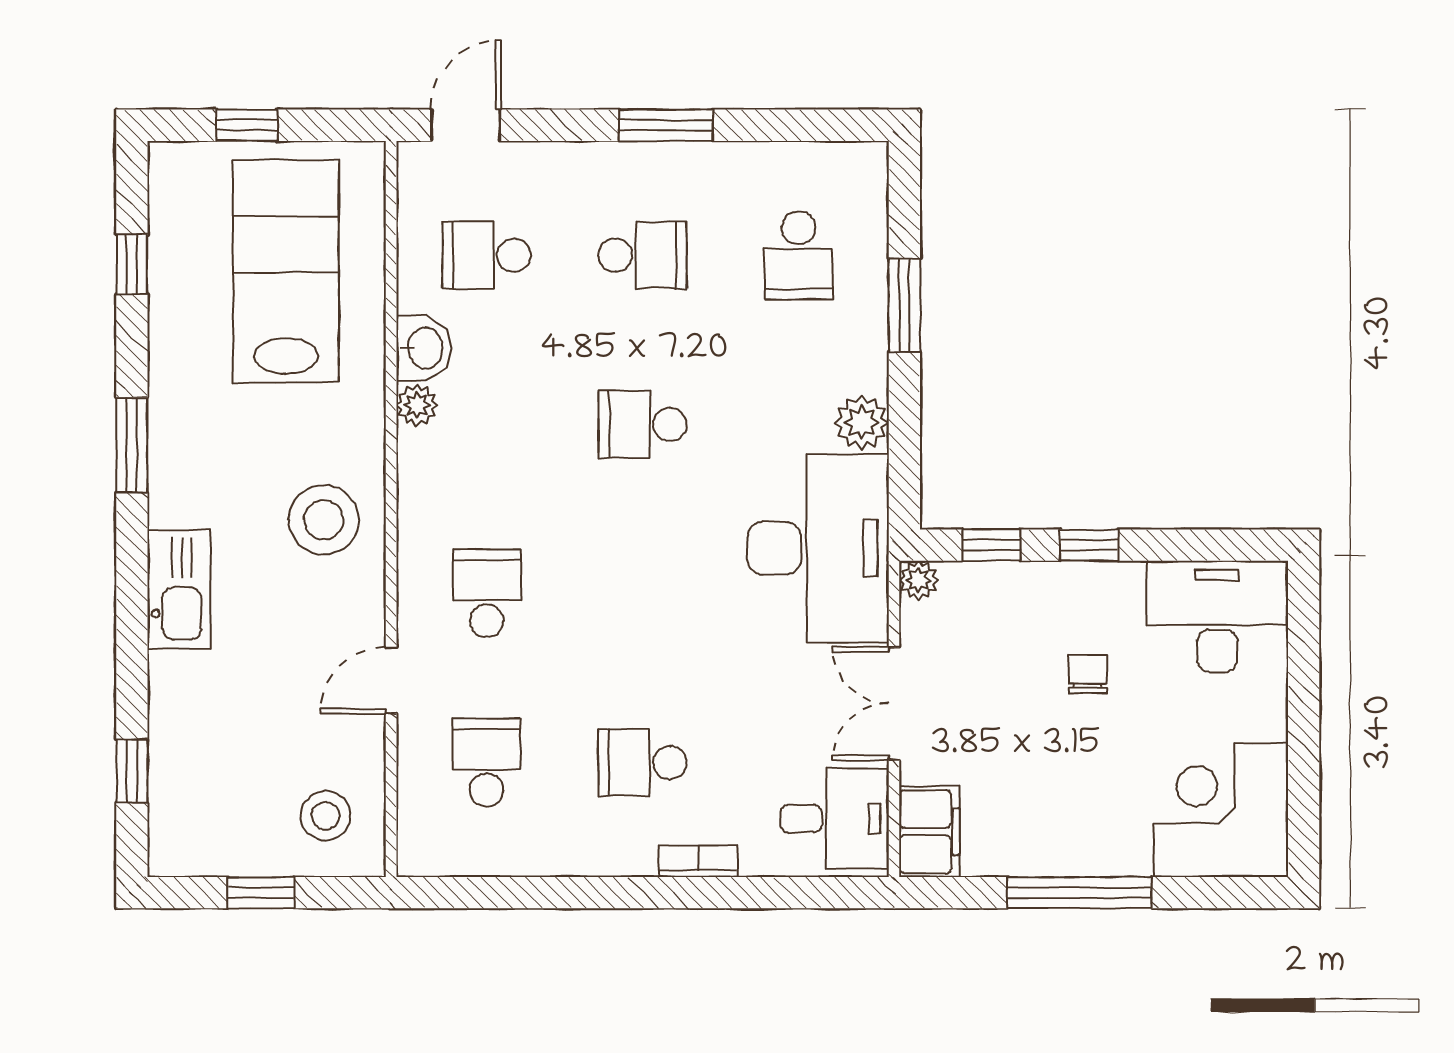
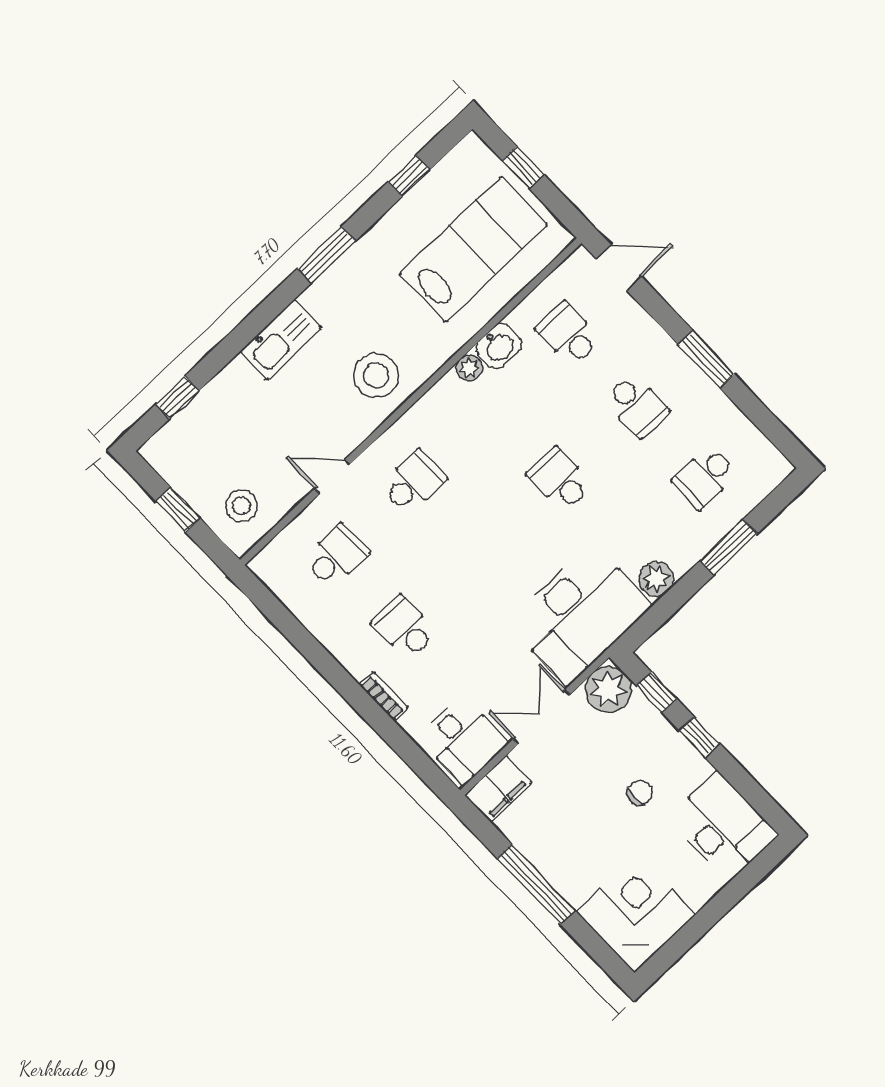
plant: (919, 580) -> (608, 689), width x1.88, depth x1.88

